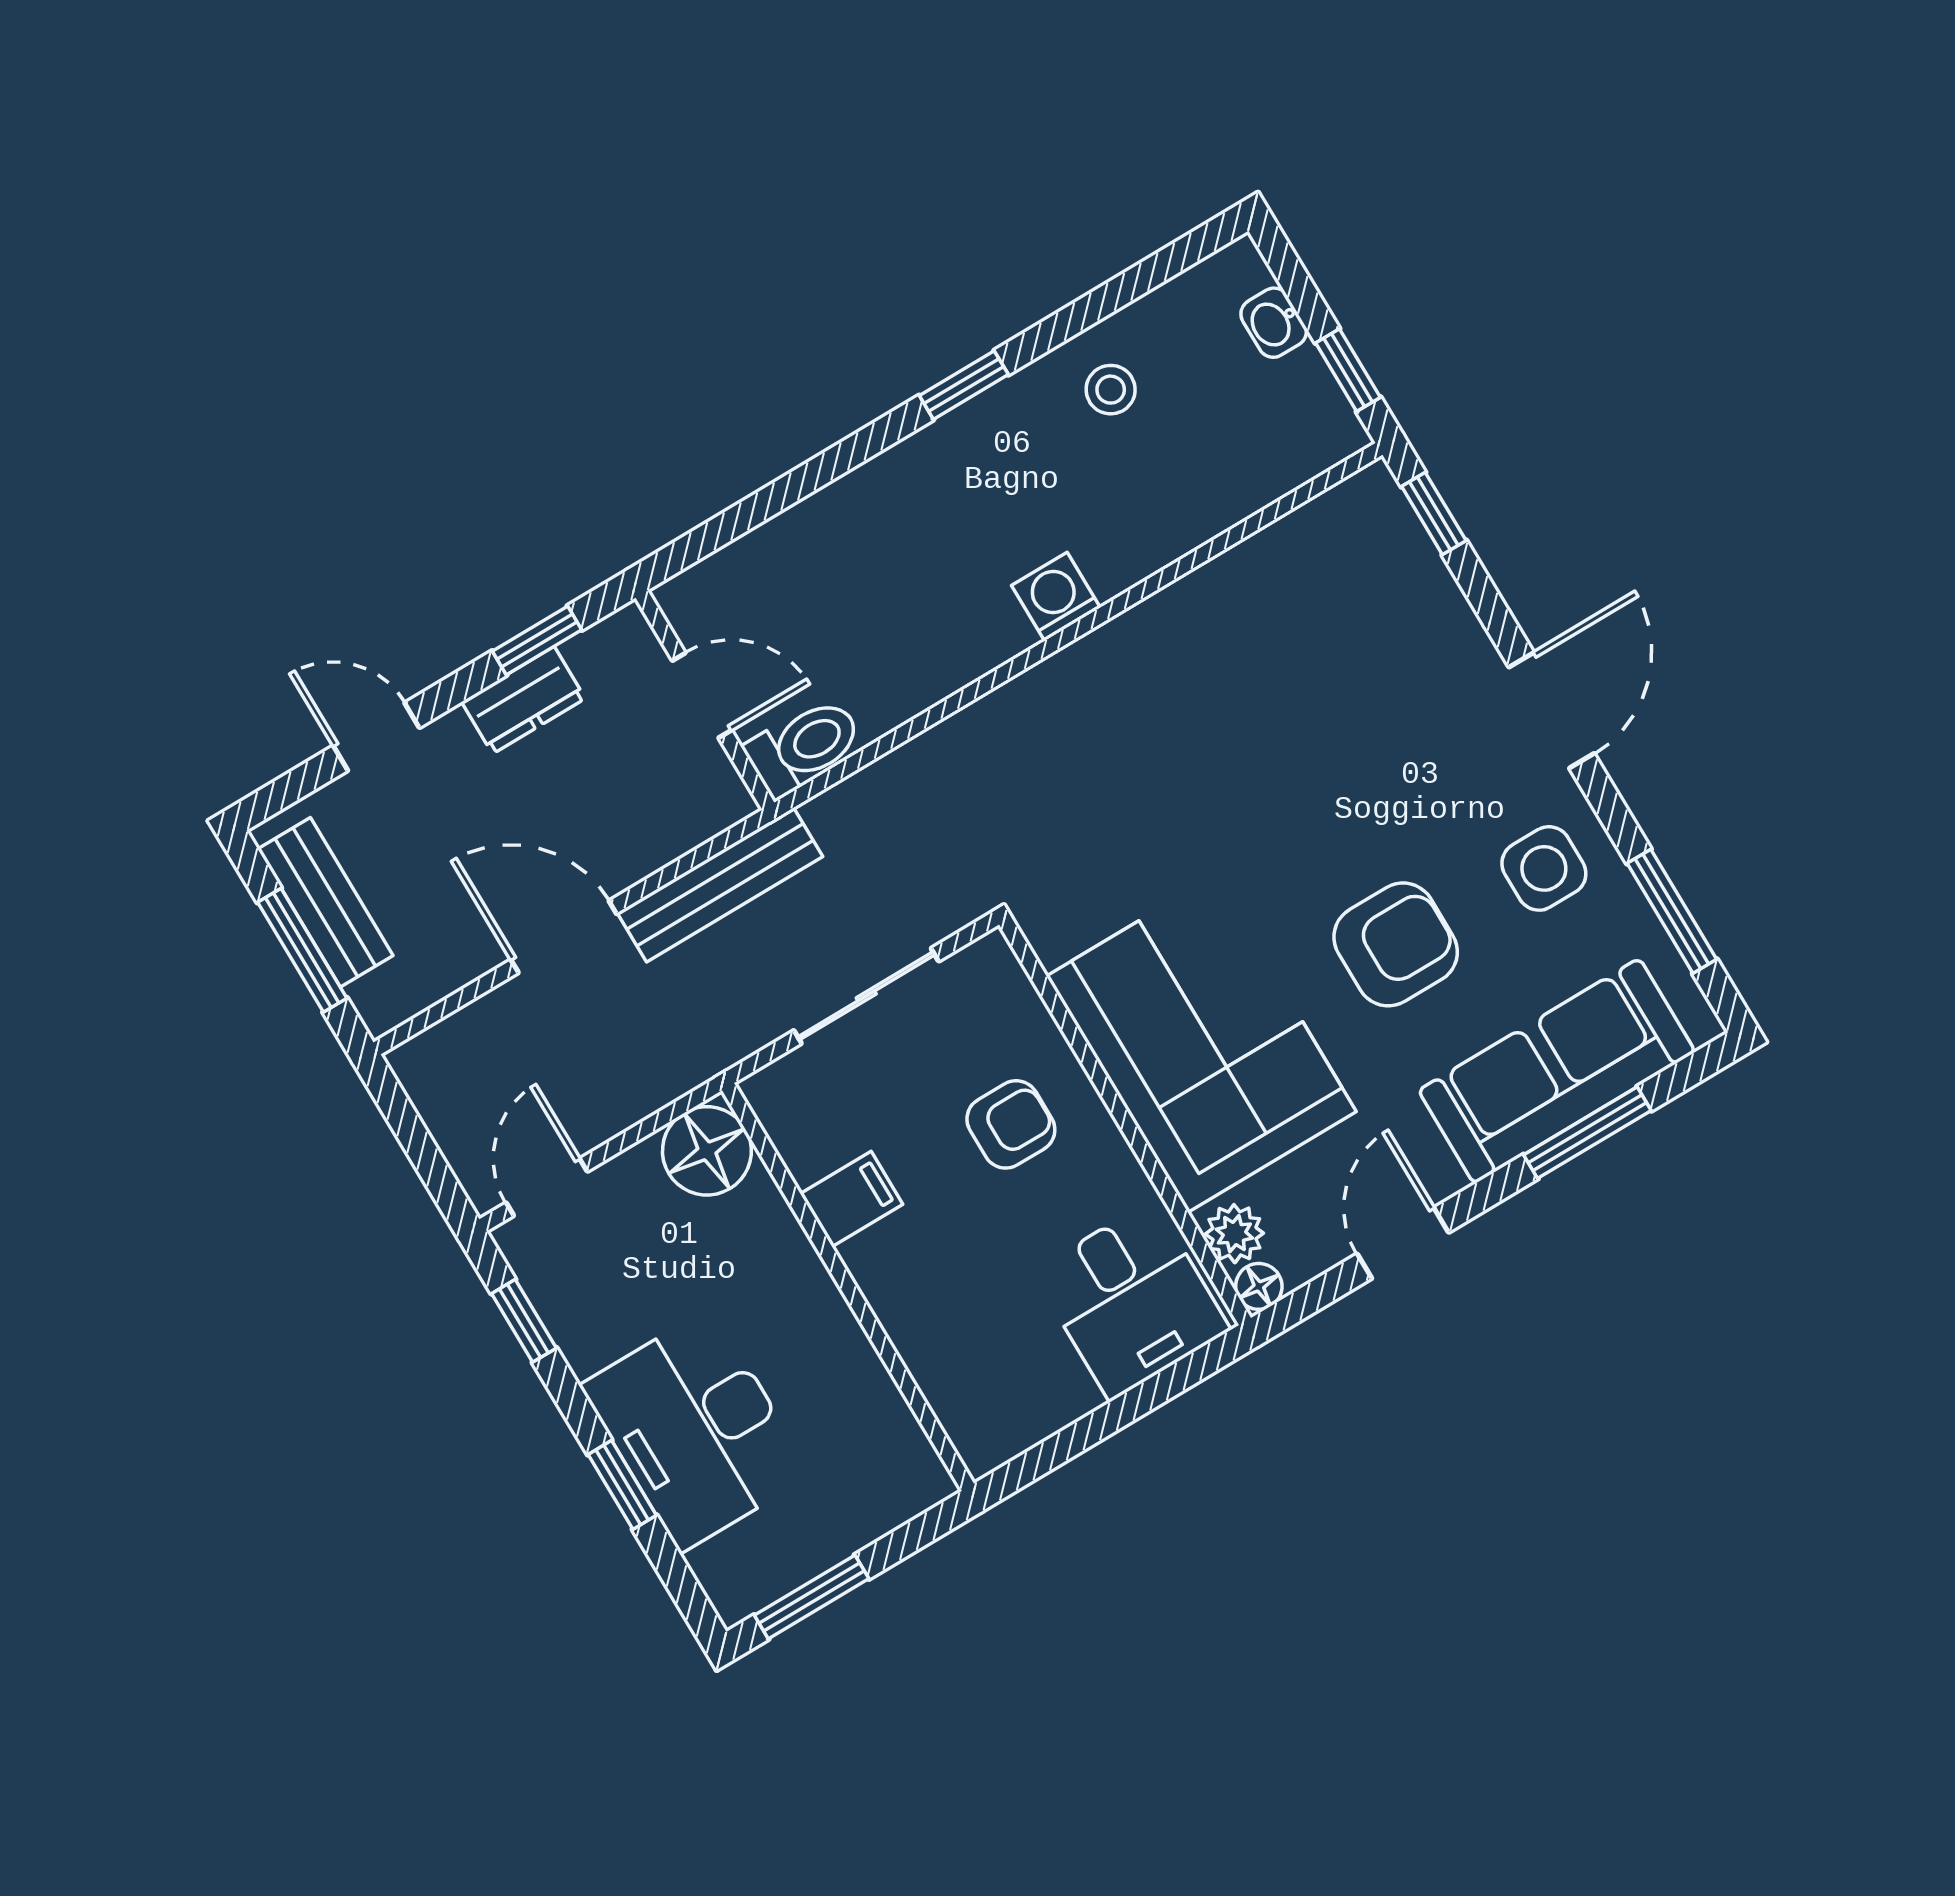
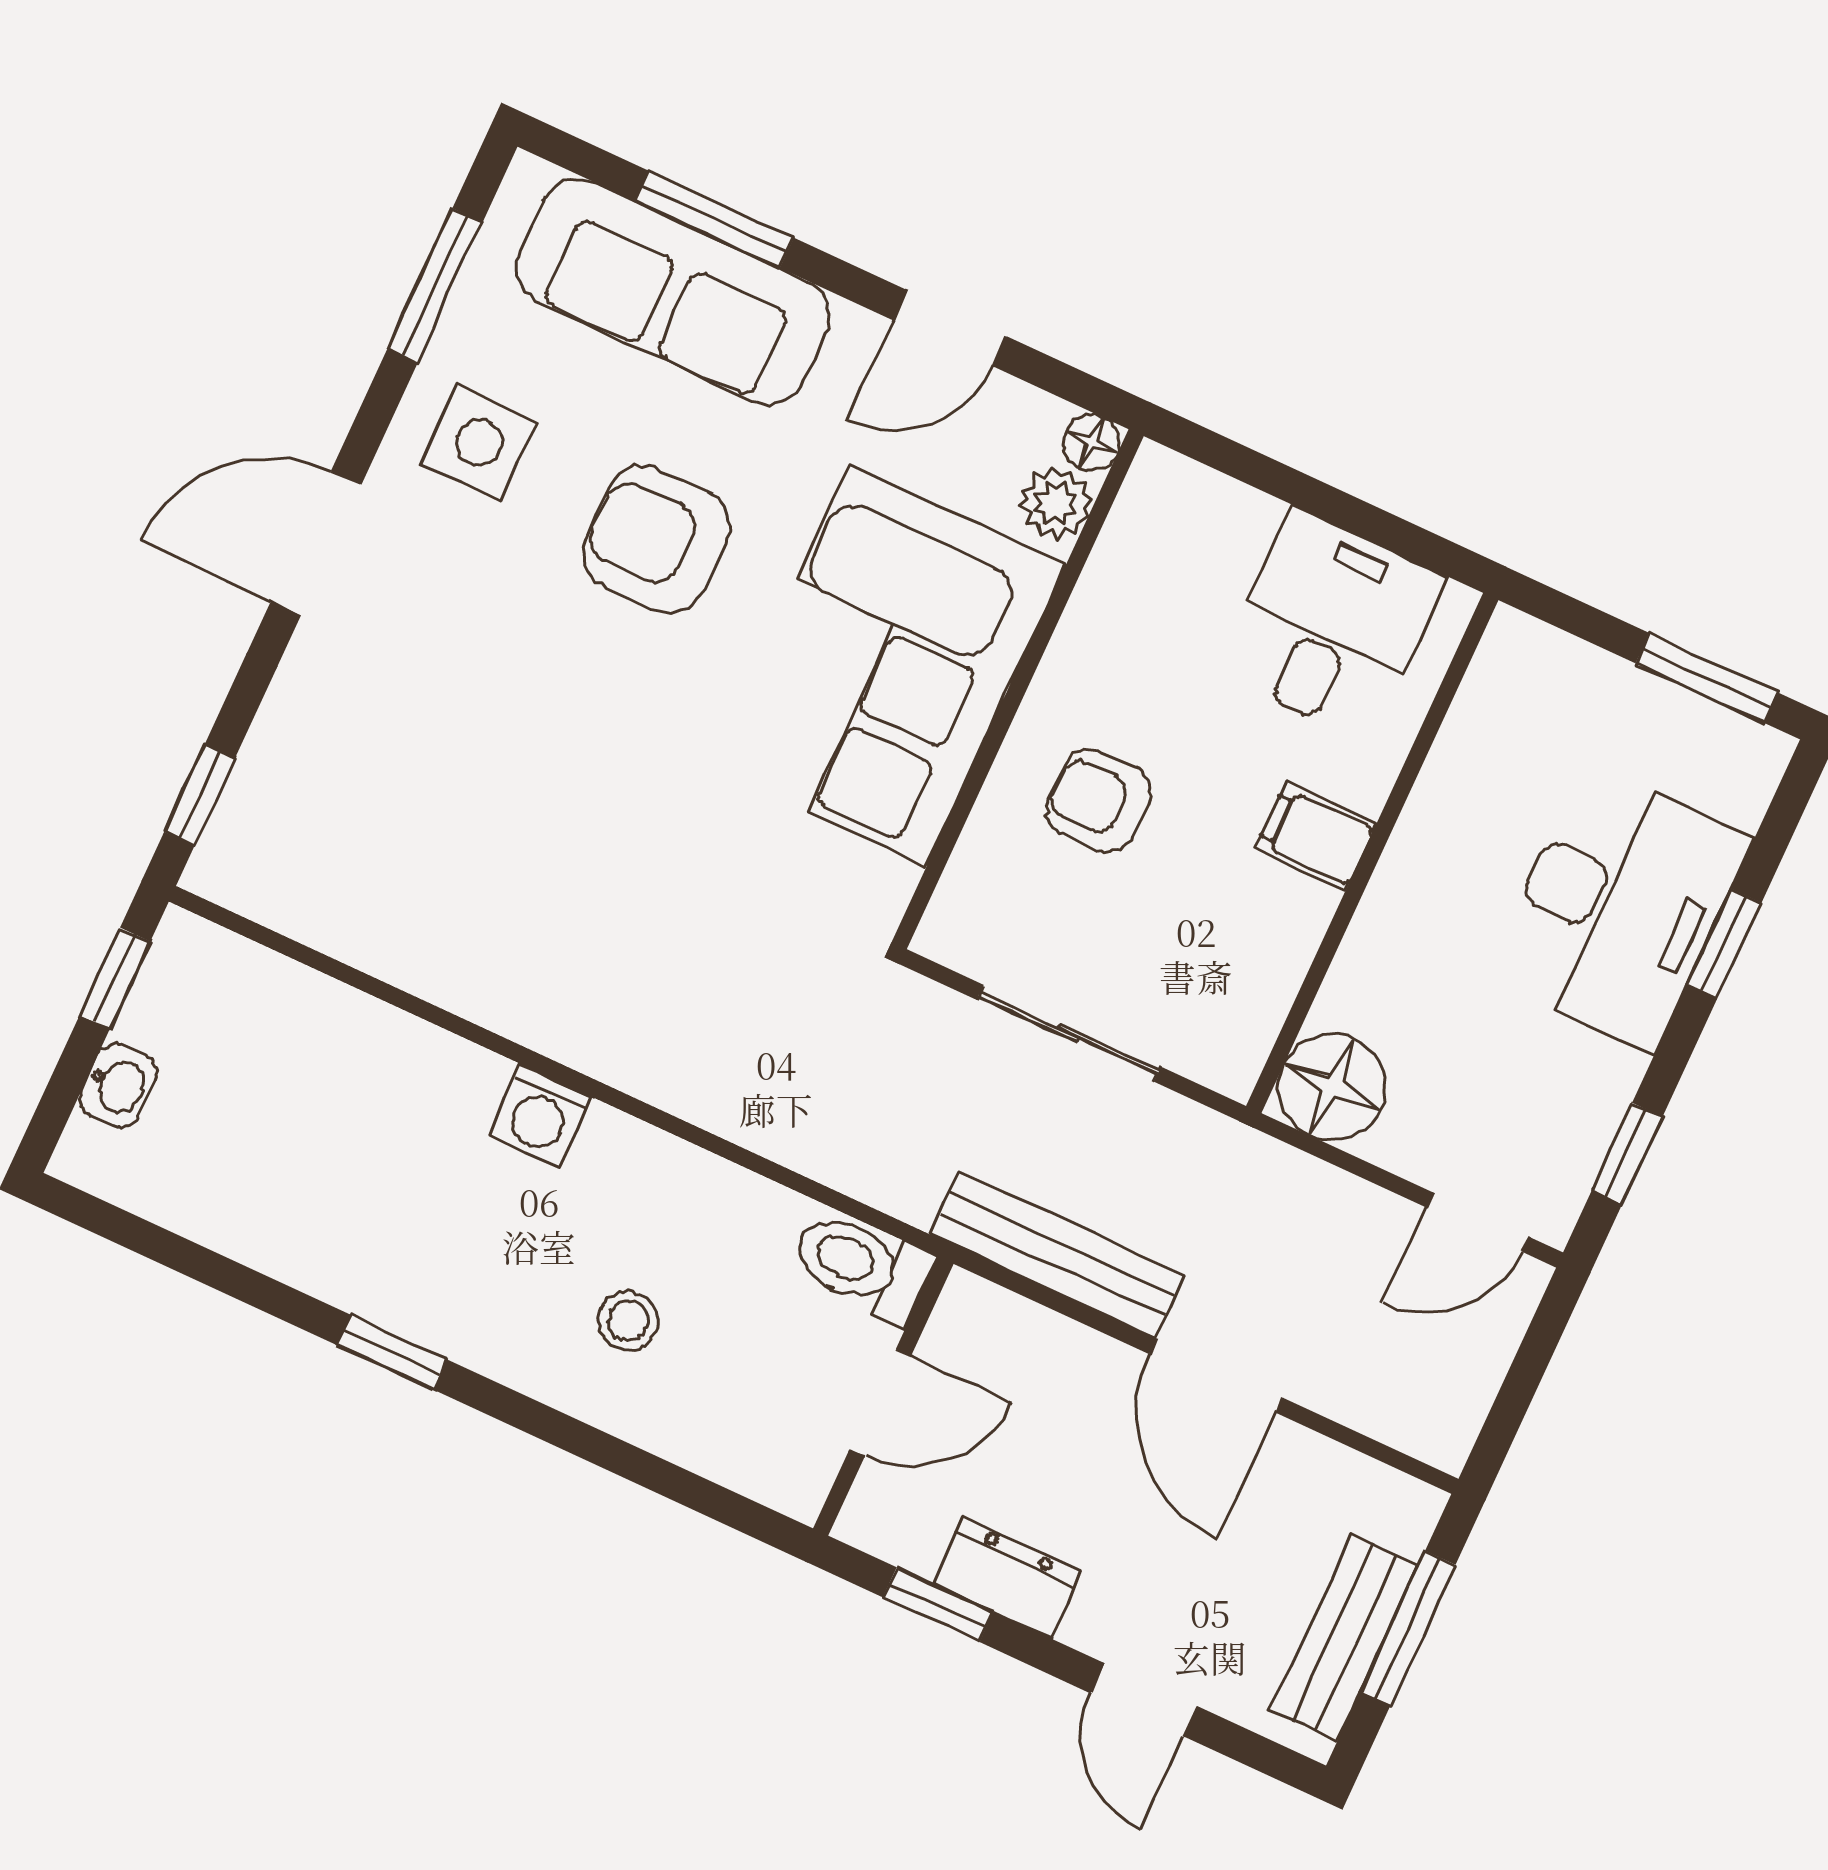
stool: (1111, 390) -> (628, 1321), moved
door: (702, 695) -> (880, 1402), swing flipped
filing cabinet: (851, 1199) -> (1316, 837), moved
desk: (1131, 1300) -> (1332, 625), moved

